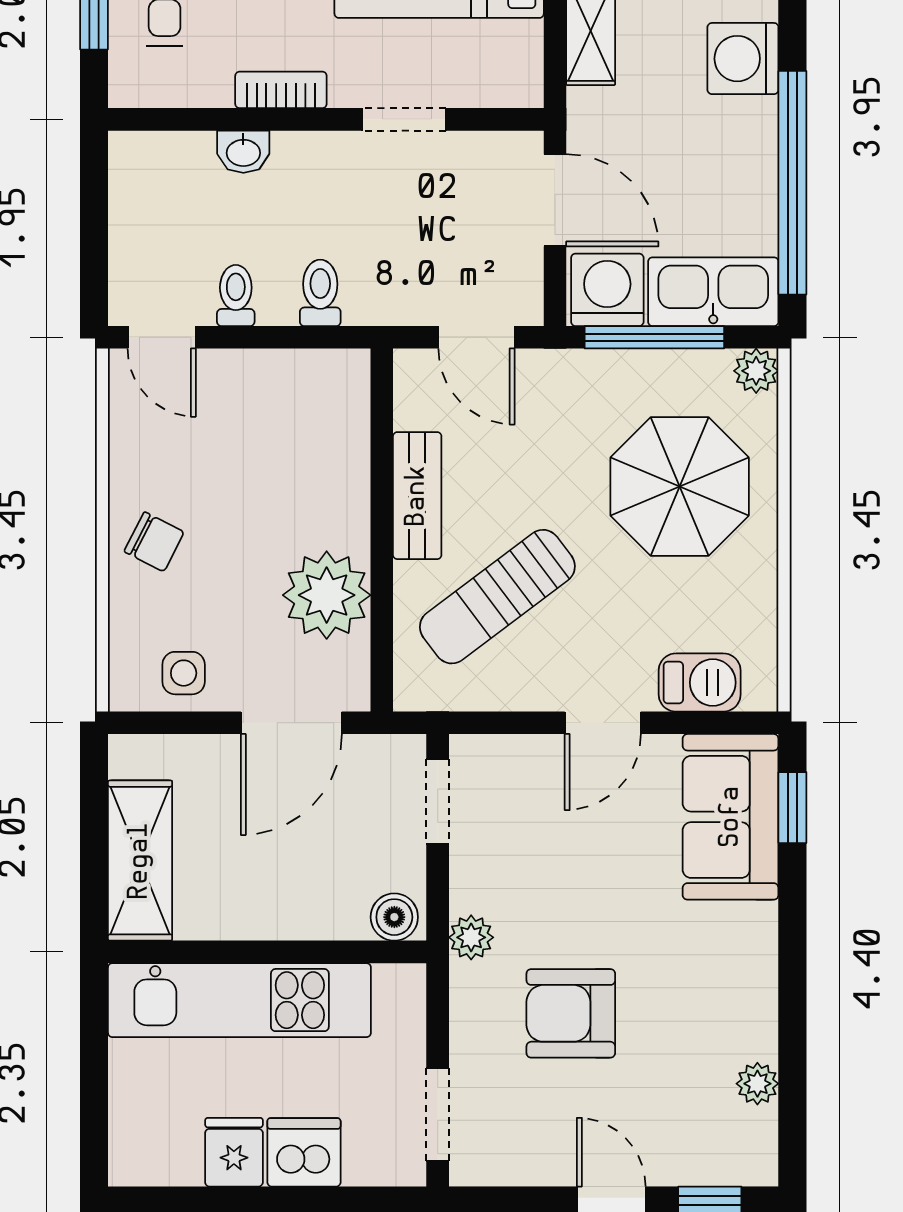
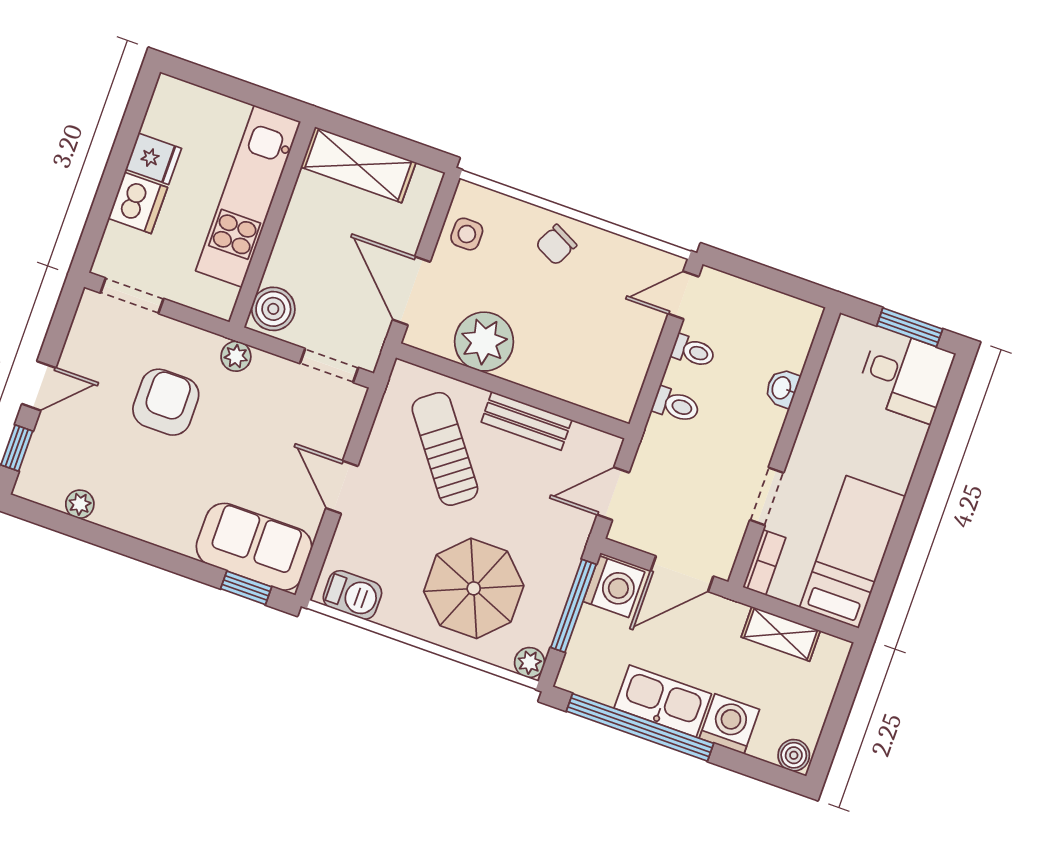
bookcase: (281, 90) -> (764, 562), moved
kitchen sink: (713, 292) -> (663, 701), moved, turned -90
barbecue: (700, 683) -> (352, 595), moved, turned -90
boiler: (394, 917) -> (273, 309), width x1.36, depth x1.36

